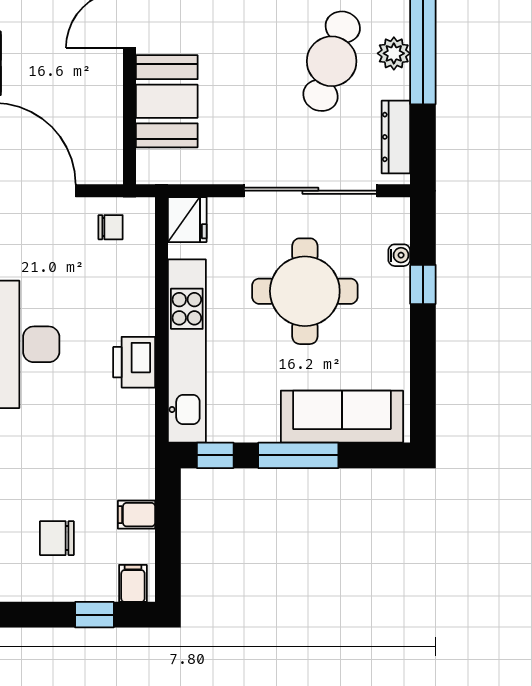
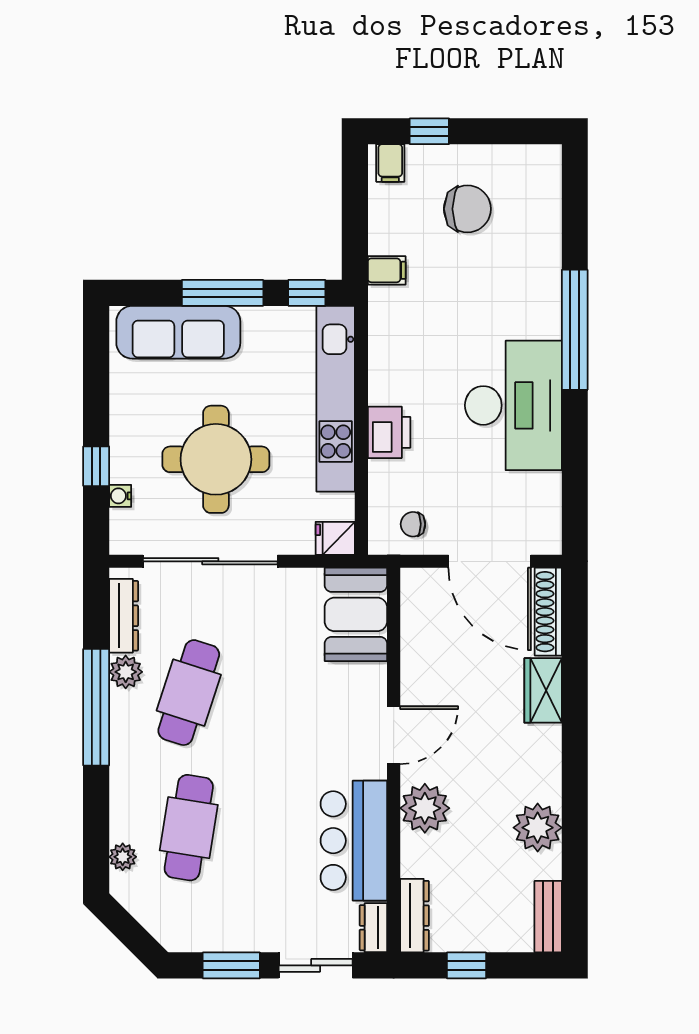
plant: (394, 53) -> (126, 672), moved
booth: (167, 101) -> (356, 614), moved
fridge: (187, 220) -> (335, 538), width x0.72
printer: (134, 362) -> (389, 432), moved
filing cabinet: (136, 515) -> (387, 270), moved
chair: (57, 538) -> (467, 209), width x1.37, depth x1.37

